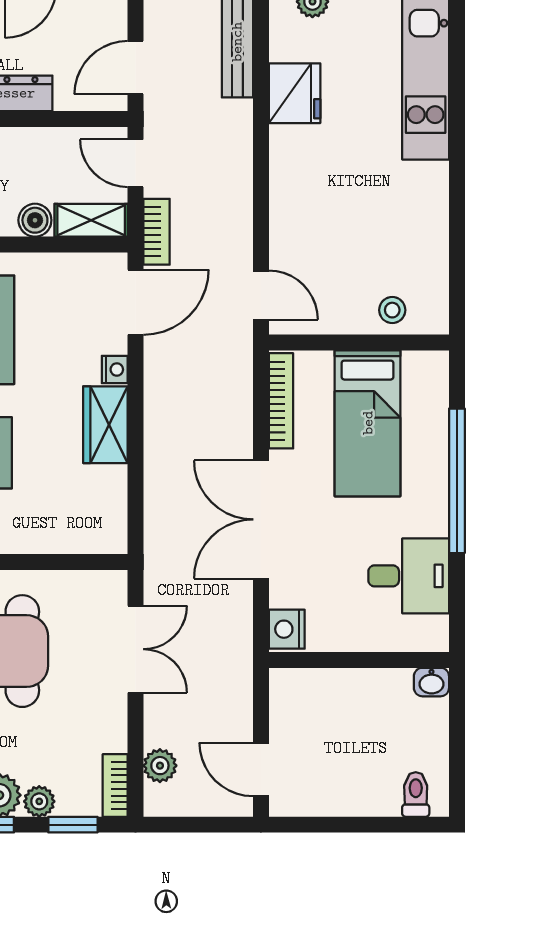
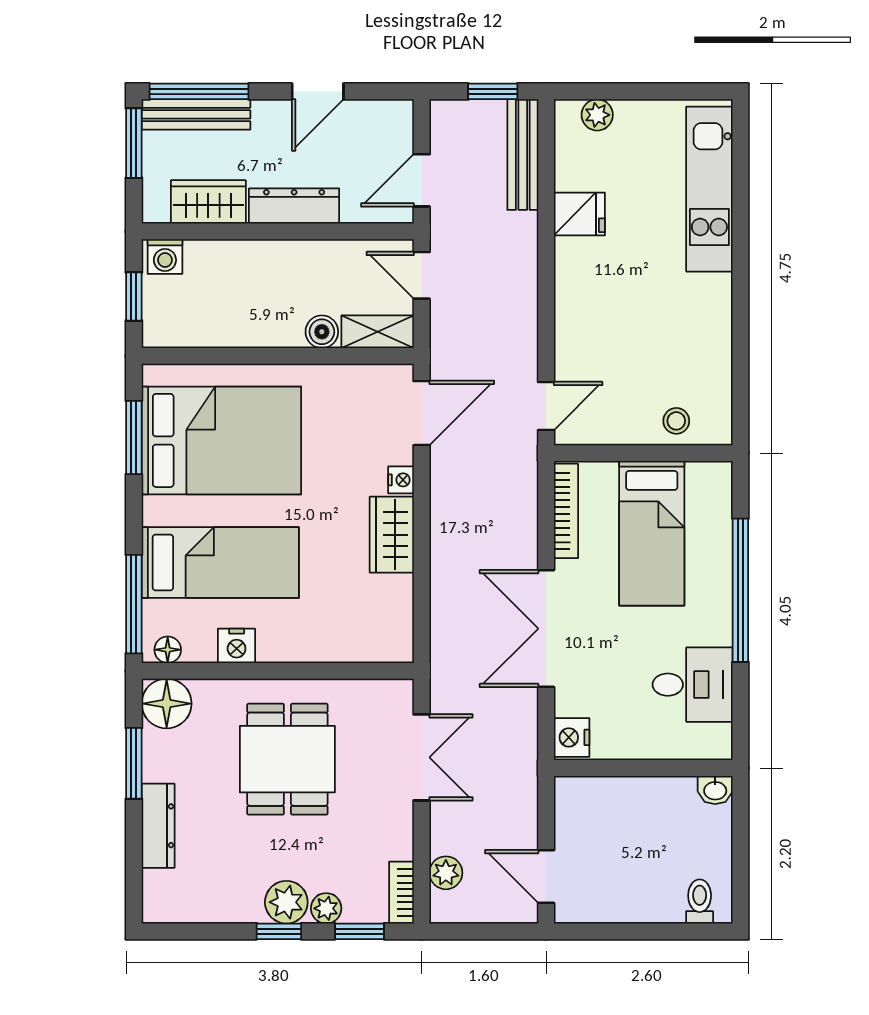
fridge: (295, 93) -> (579, 214), width x0.72
bookcase: (157, 232) -> (442, 343), removed
door: (261, 295) -> (546, 406), hinge flipped

